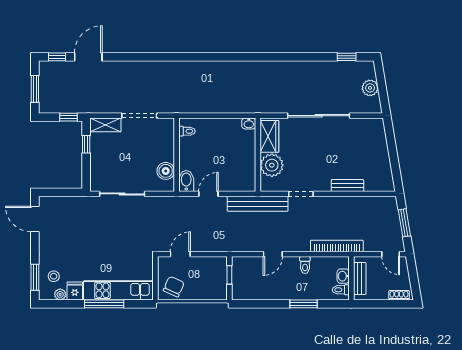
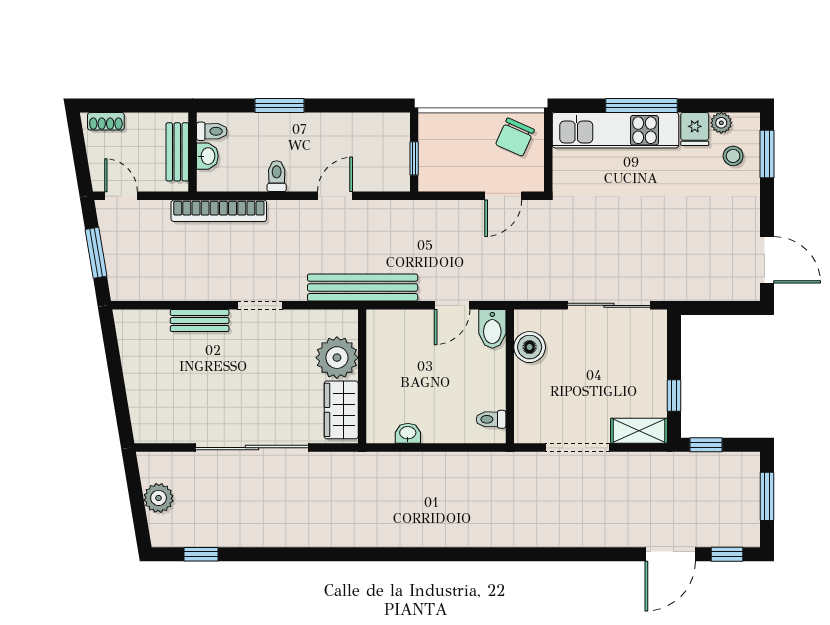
washbasin: (249, 123) -> (408, 433), moved
doorway: (301, 194) -> (260, 305), moved

